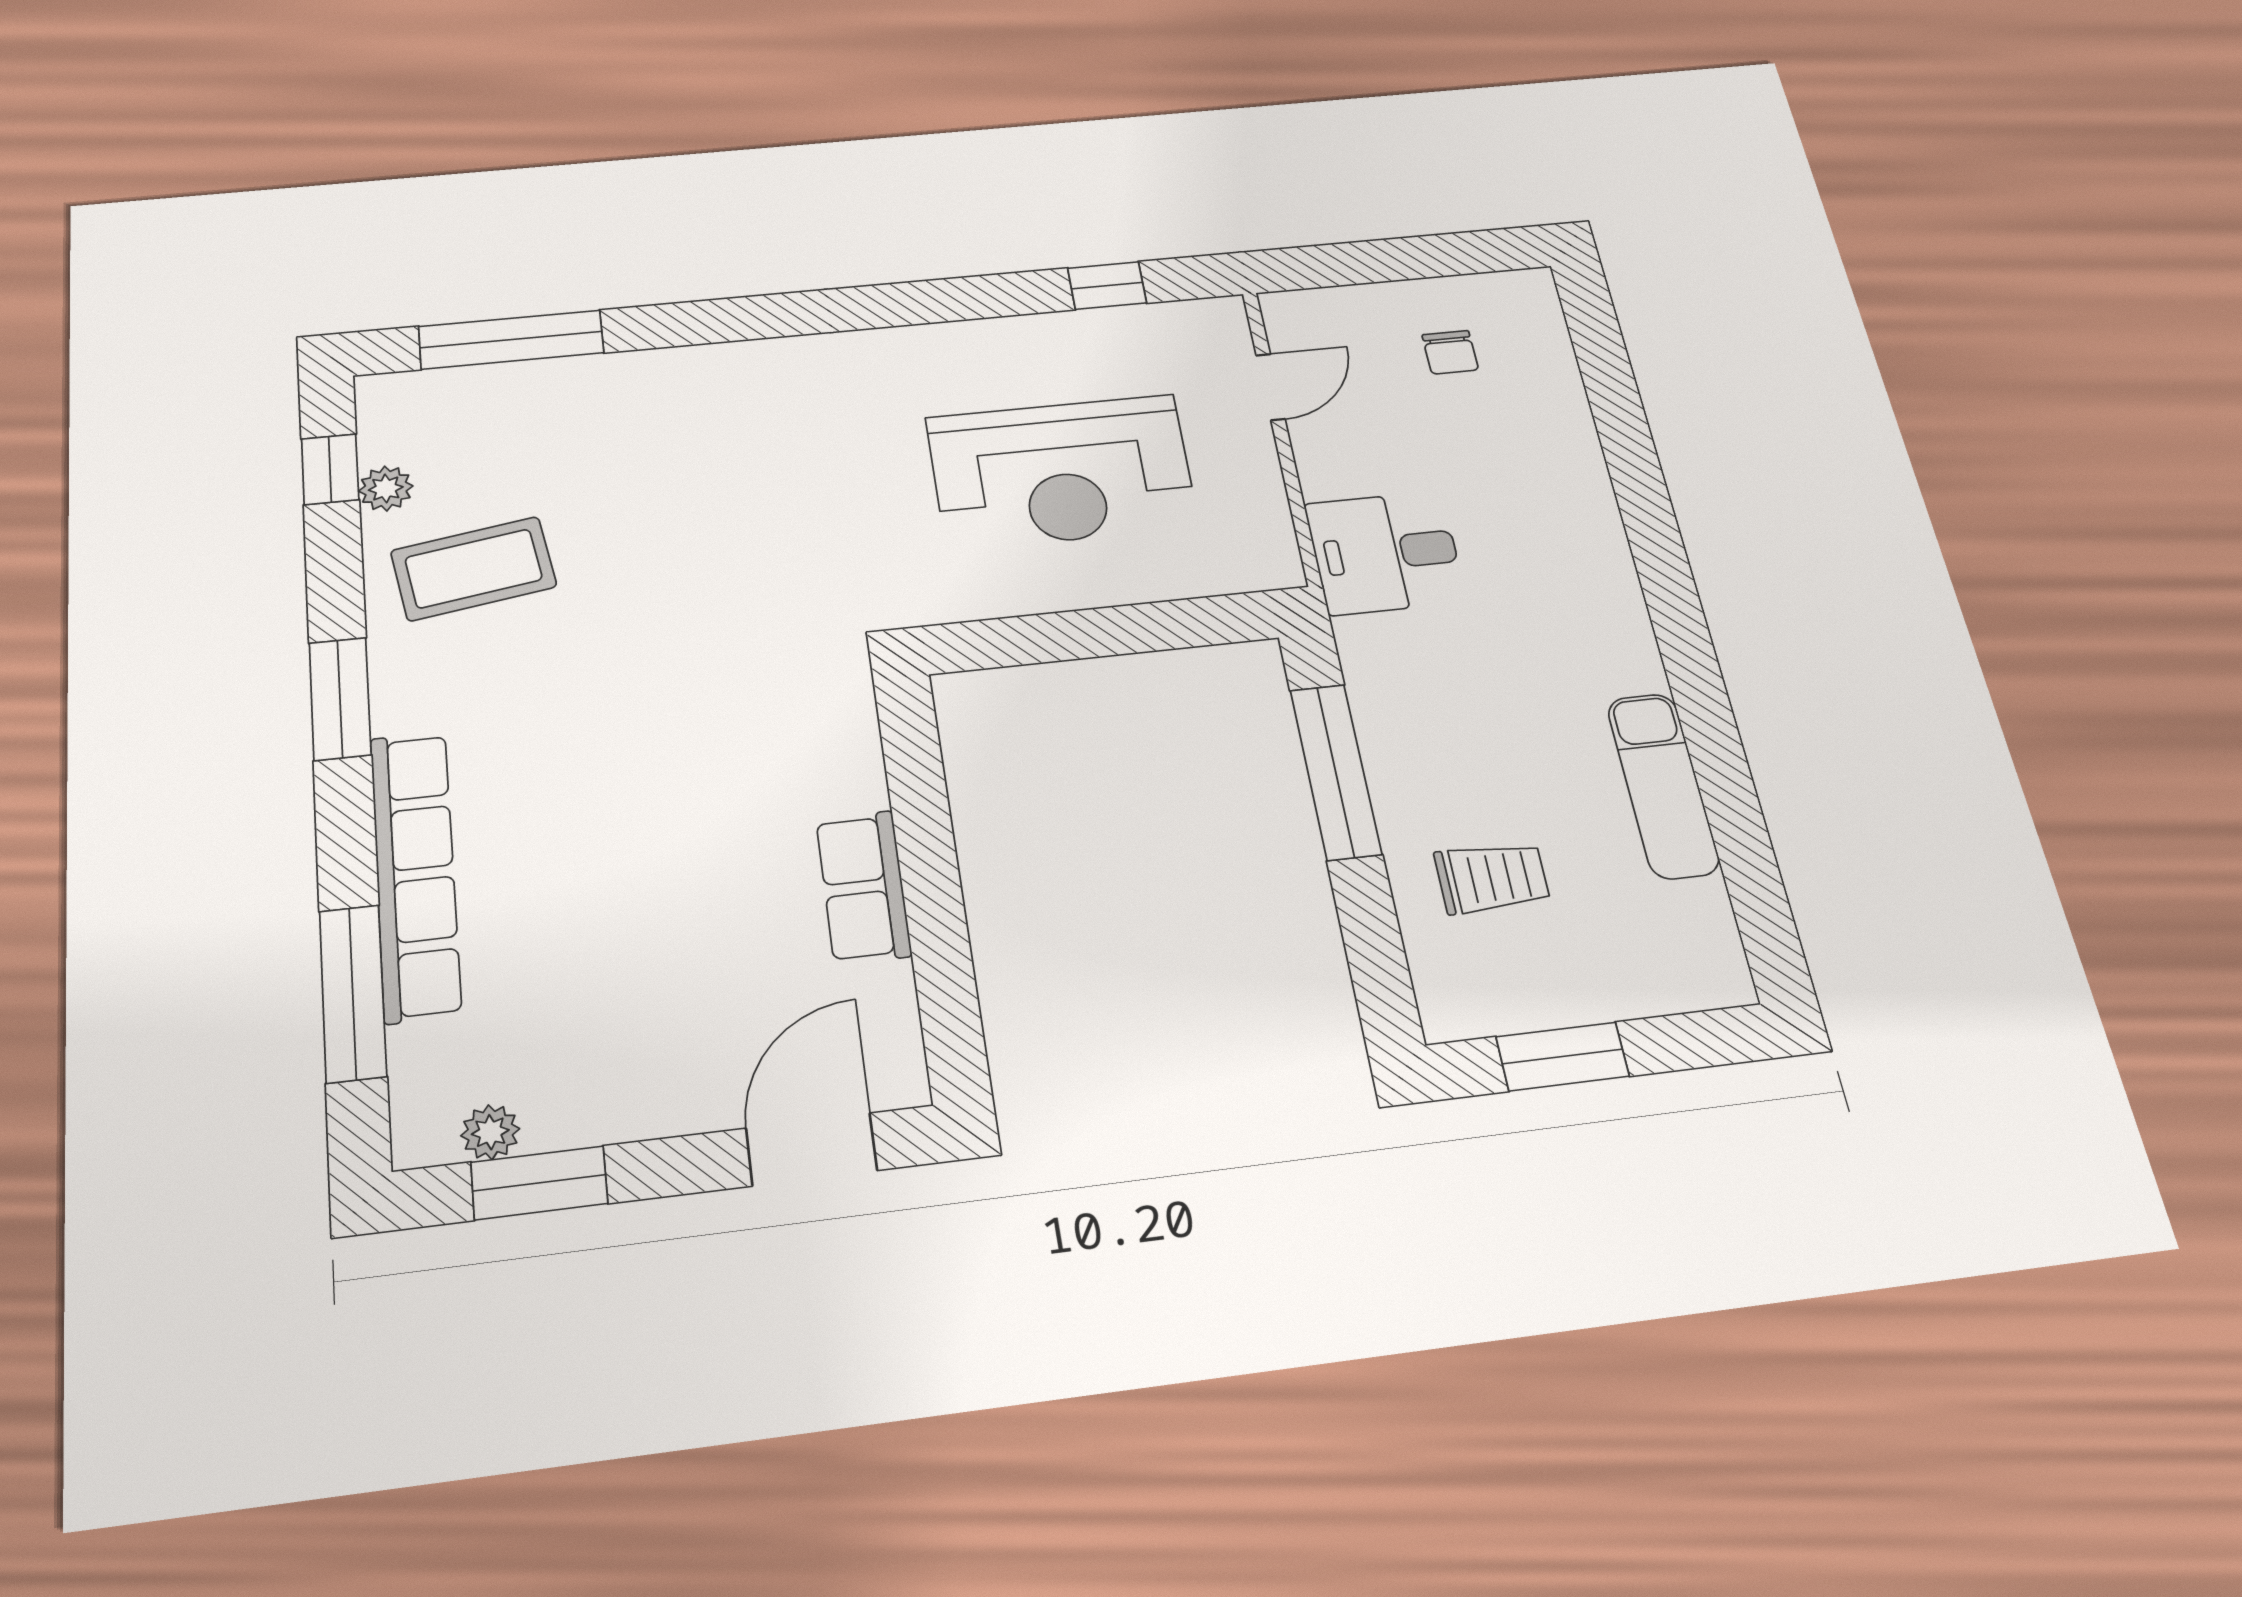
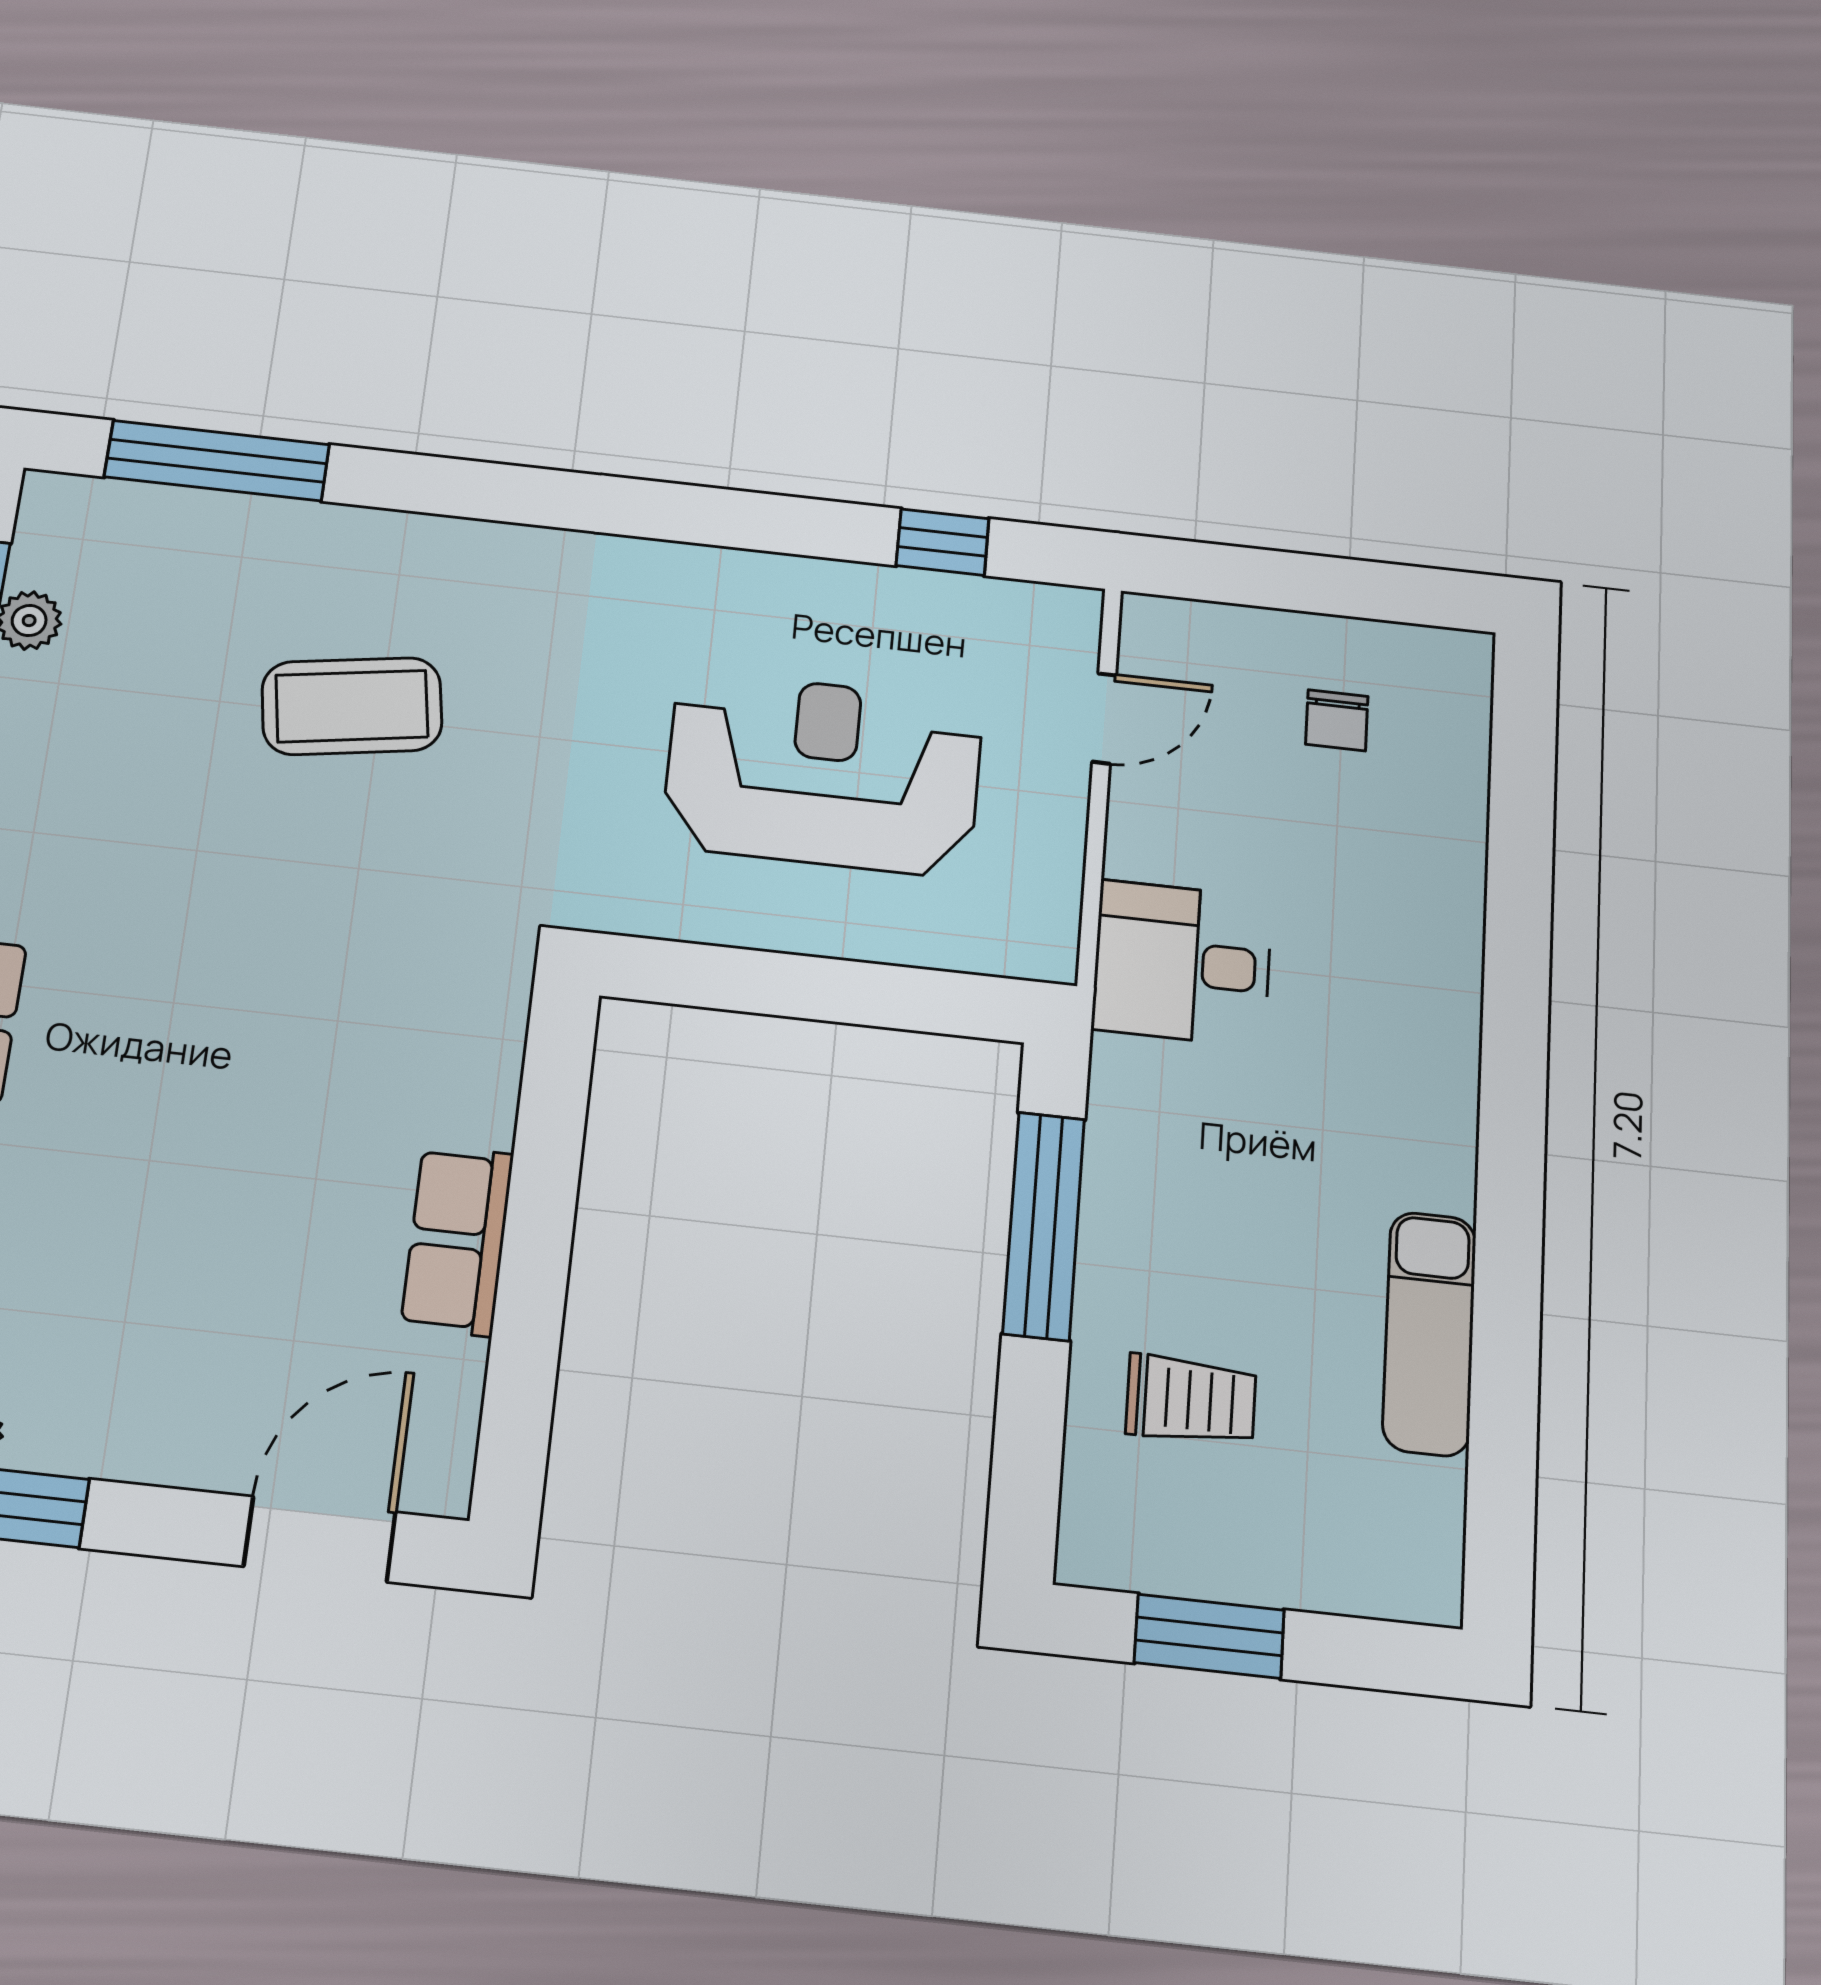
reception desk: (1062, 472) -> (823, 774), turned 180
coffee table: (474, 569) -> (352, 706), moved

